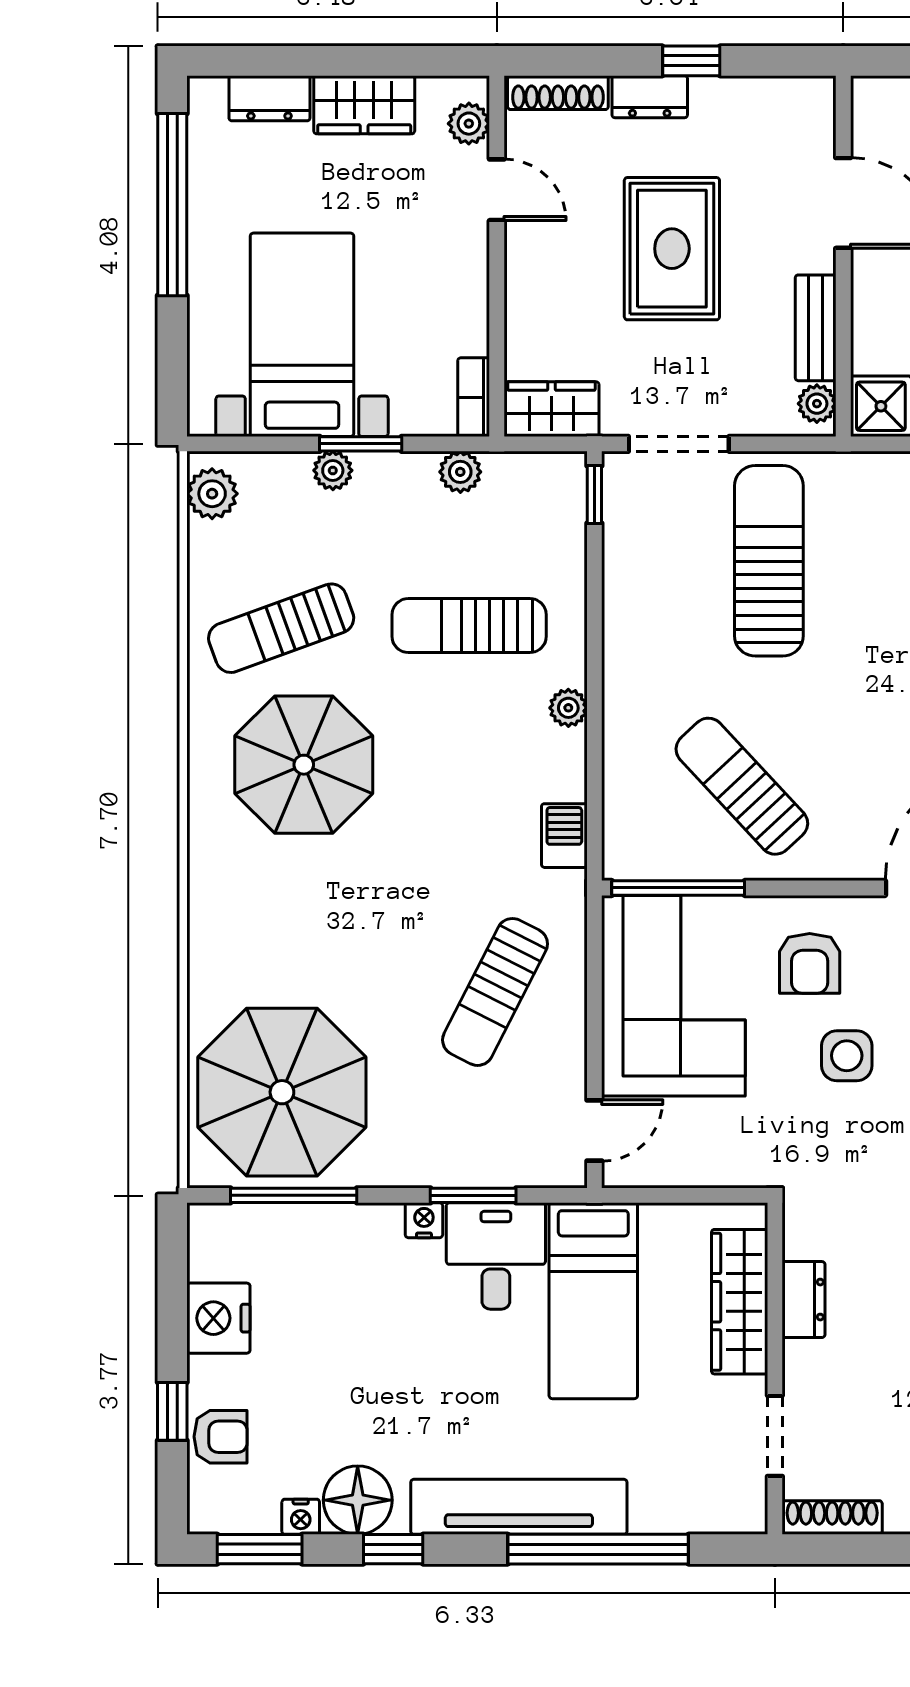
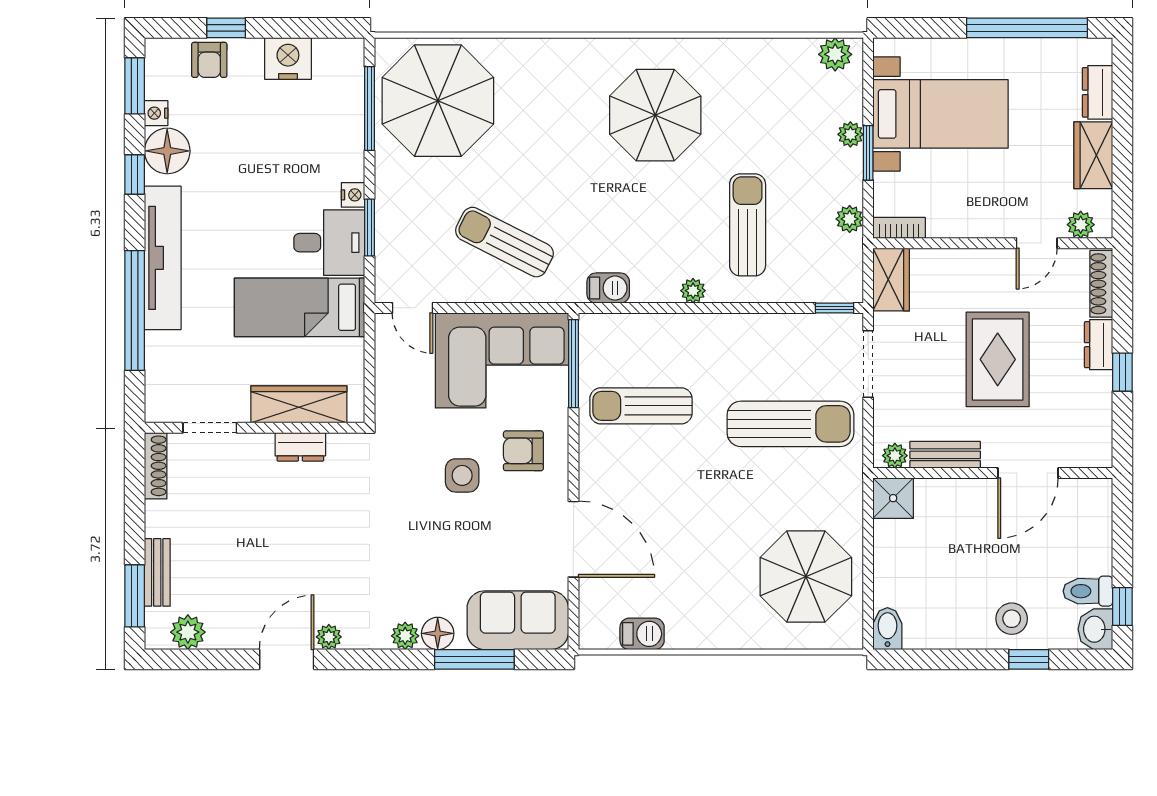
rug: (672, 249) -> (998, 359), turned 90
sun lounger: (281, 628) -> (746, 100), removed
sun lounger: (742, 786) -> (641, 406), turned -137

